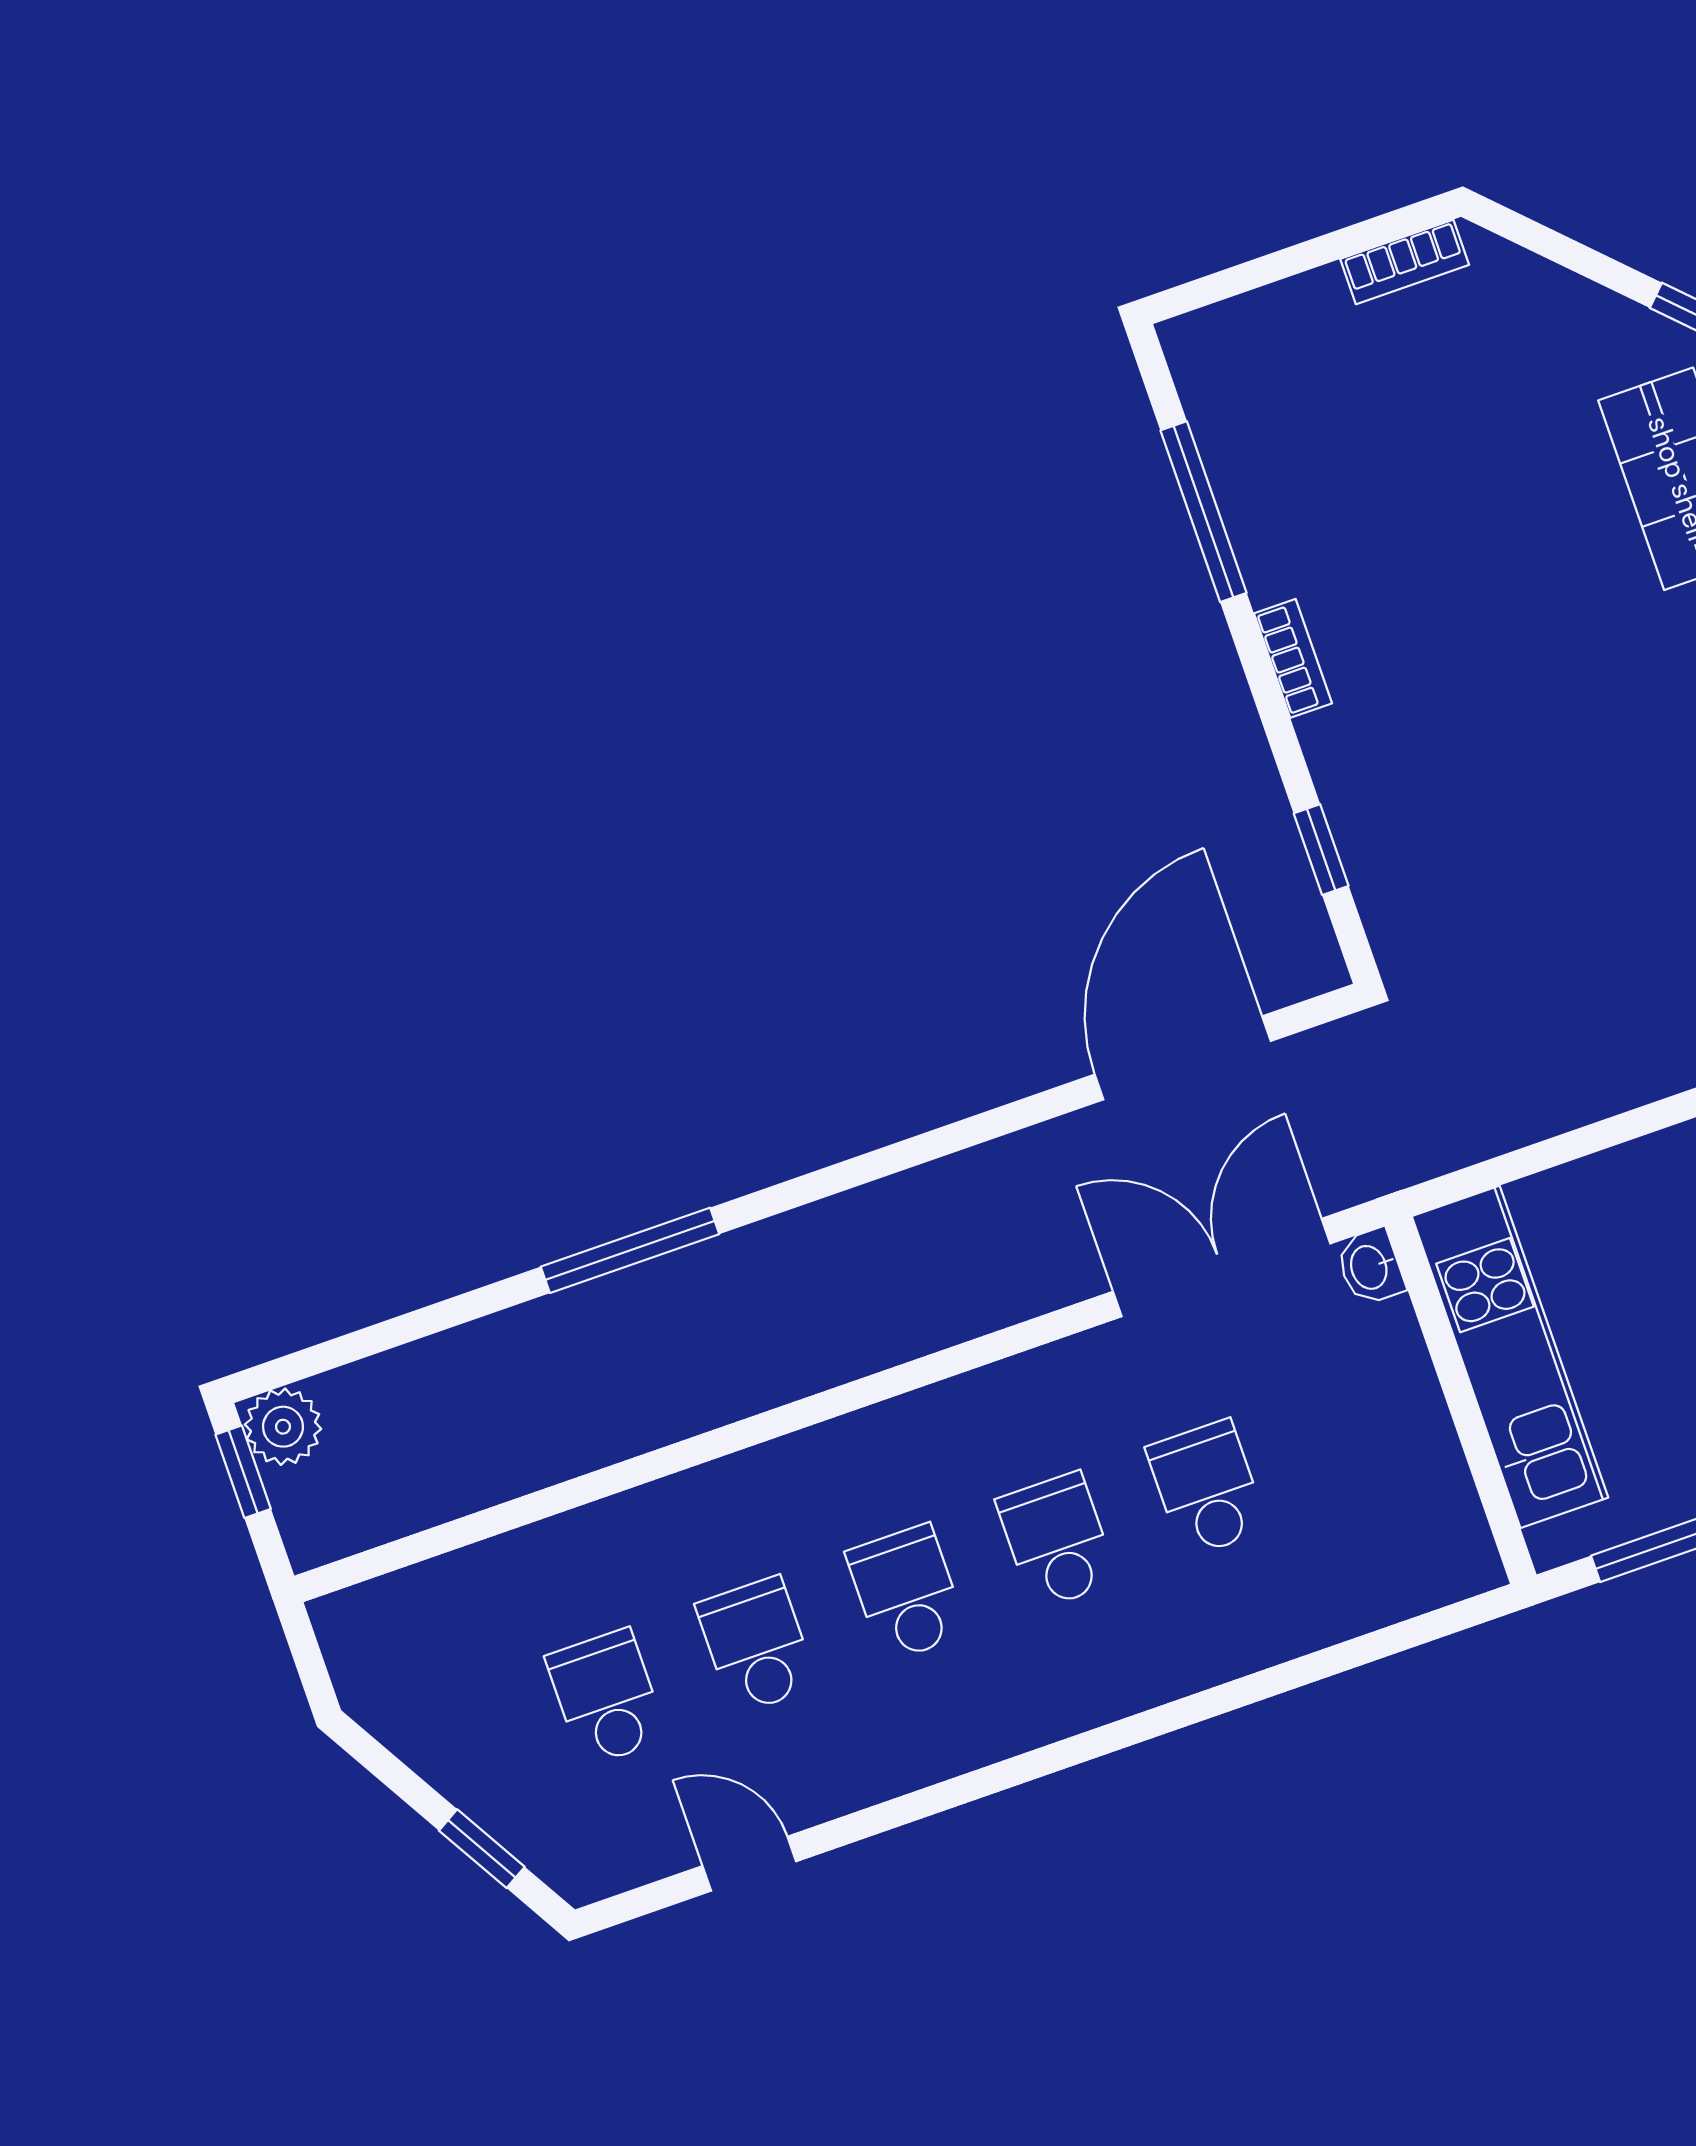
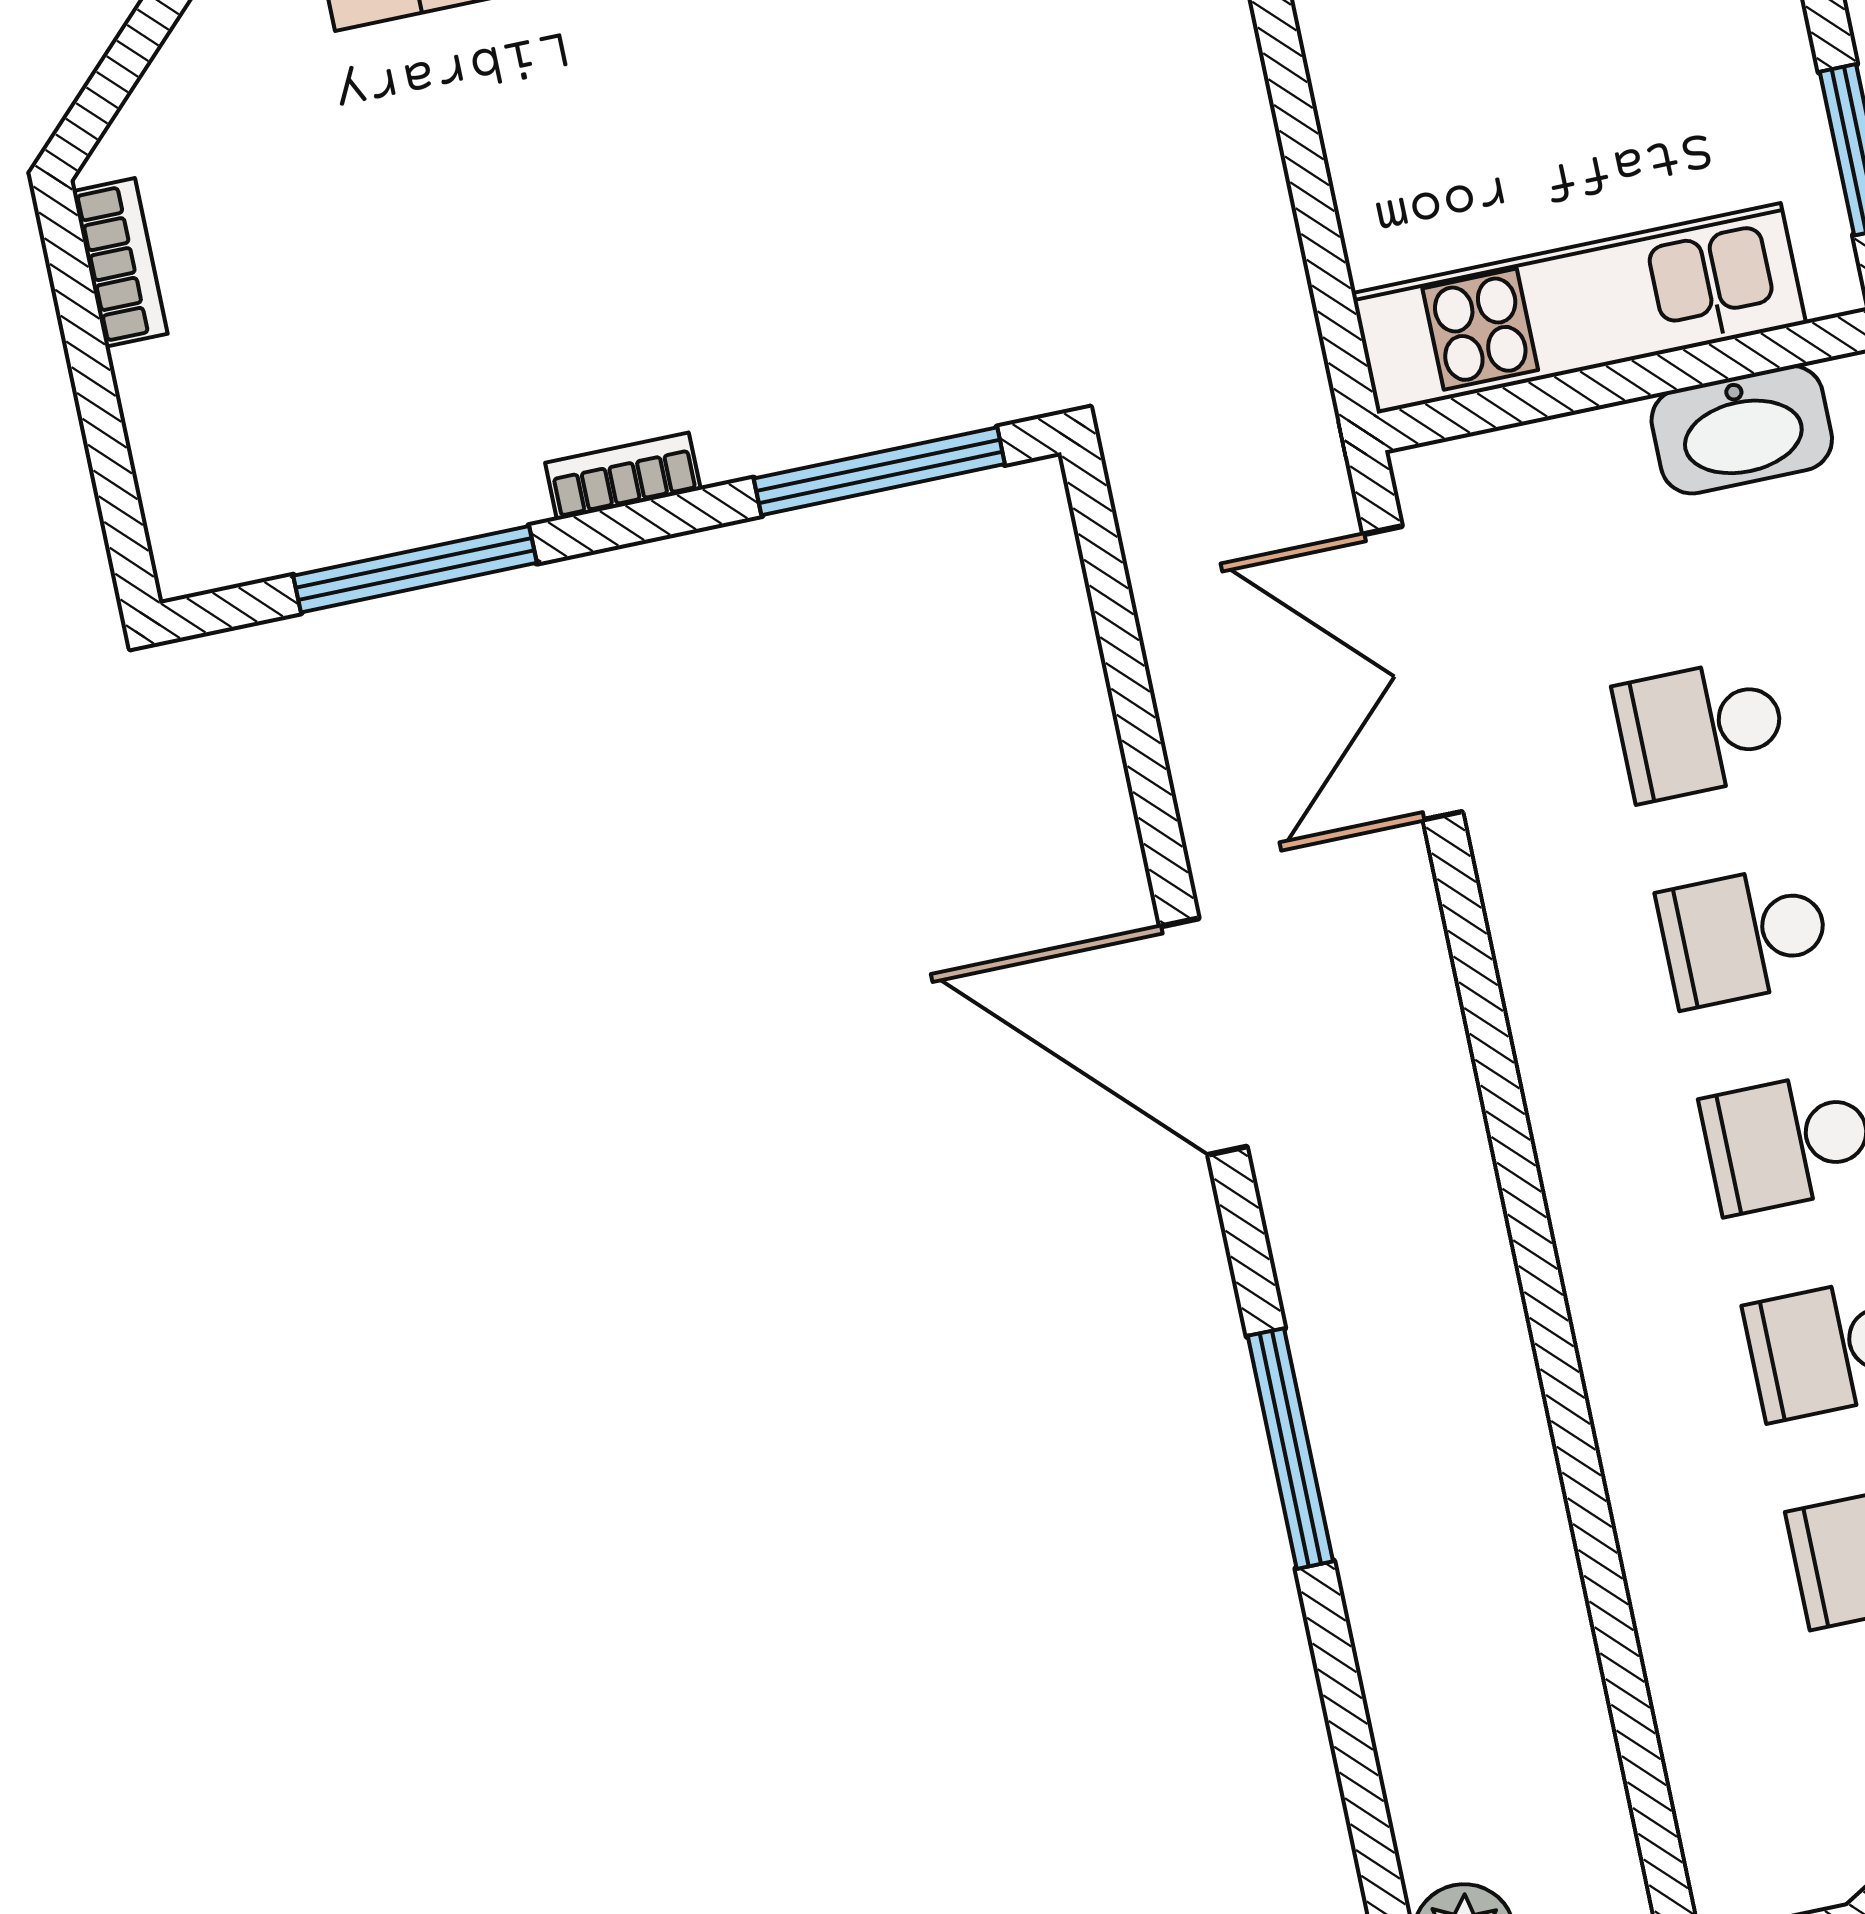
window: (1321, 850) -> (879, 471), width x2.17
door: (1183, 1058) -> (1203, 1037), moved
washbasin: (1370, 1267) -> (1742, 430), moved, width x1.91, depth x1.45

